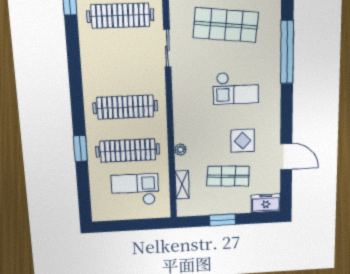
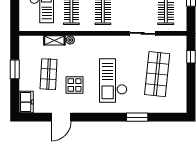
window: (287, 52) -> (137, 117), width x0.47
checkout: (236, 88) -> (113, 81), width x1.36, depth x1.21
shelving: (182, 185) -> (54, 40), moved

